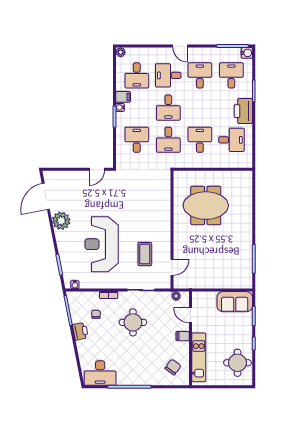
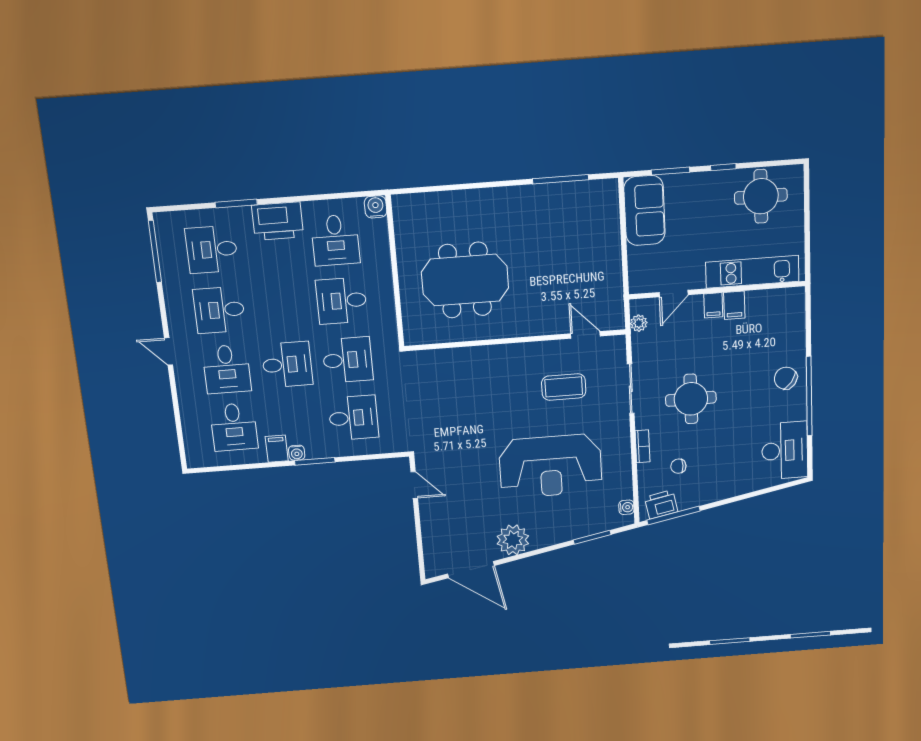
door: (180, 46) -> (168, 352), swing flipped
plant: (121, 52) -> (195, 459), removed
water cooler: (247, 53) -> (376, 207), moved
desk: (137, 75) -> (234, 427), turned 90
desk: (137, 140) -> (353, 418), turned 180
desk: (231, 140) -> (335, 240), turned 180
meeting table: (206, 206) -> (465, 280), turned 90
printer: (80, 331) -> (661, 504), moved
filing cabinet: (182, 347) -> (734, 305), added
chair: (173, 367) -> (786, 378), moved

